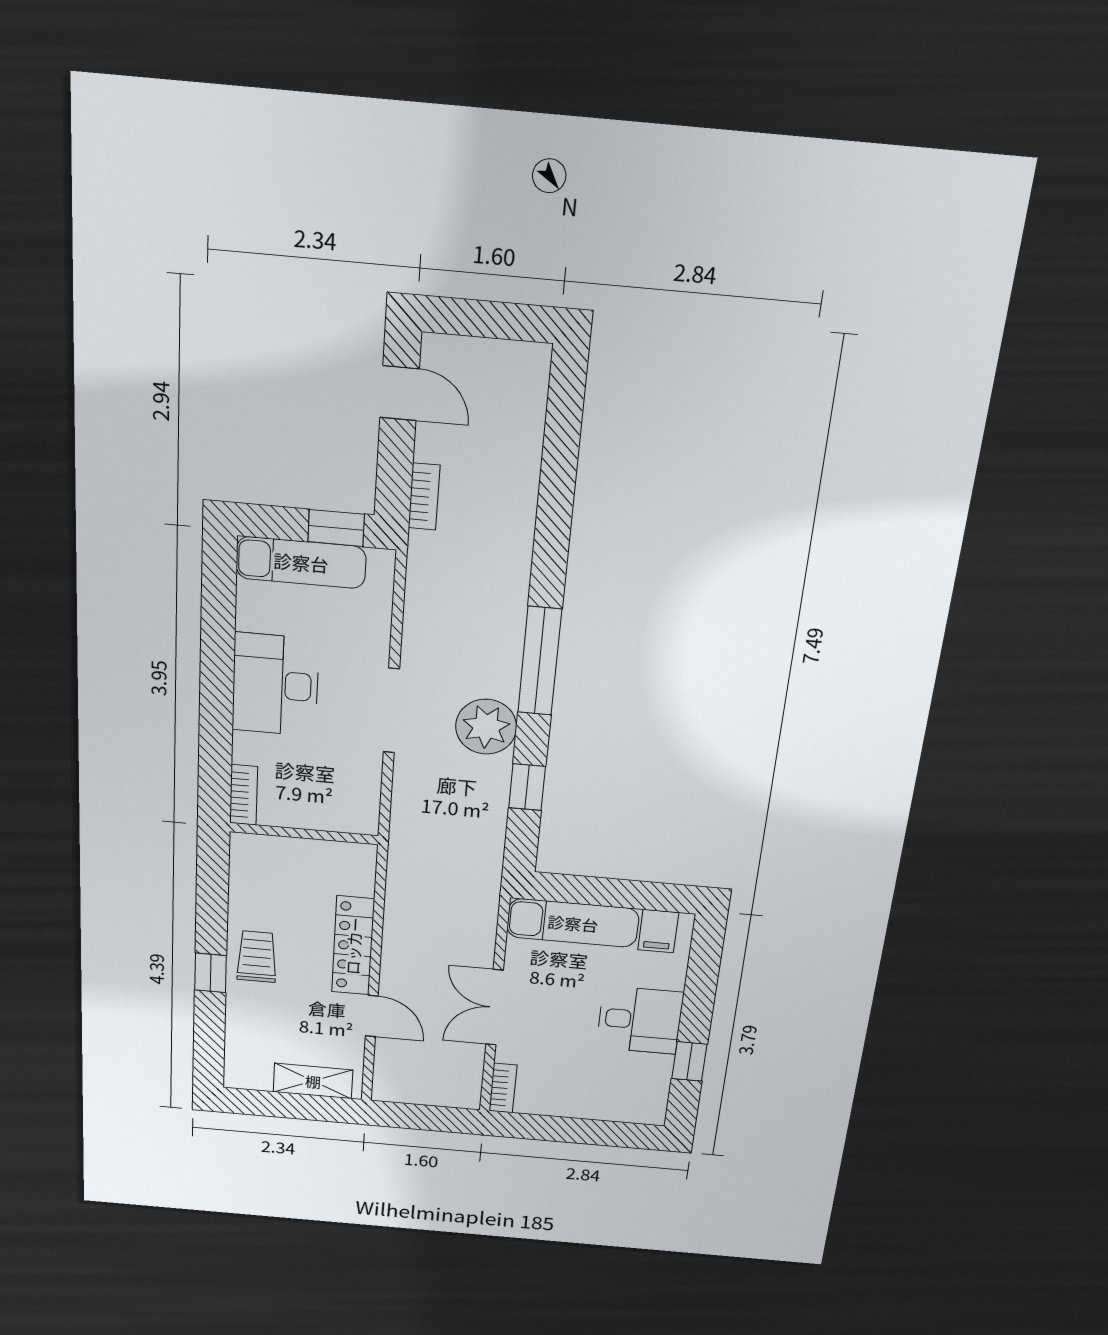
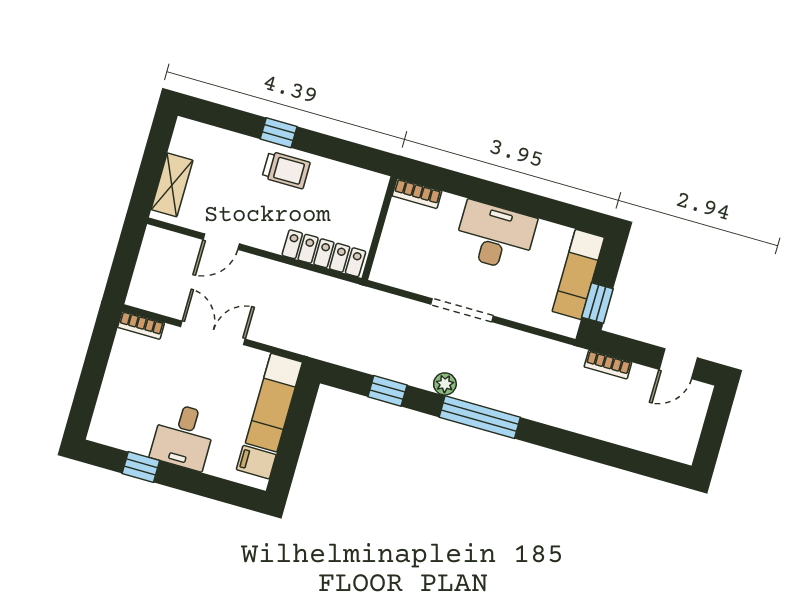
plant: (486, 727) -> (445, 384), width x0.53, depth x0.53
locker: (353, 946) -> (324, 253), moved

